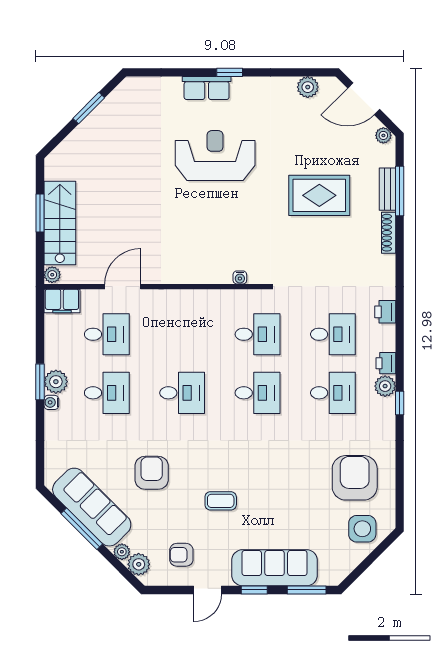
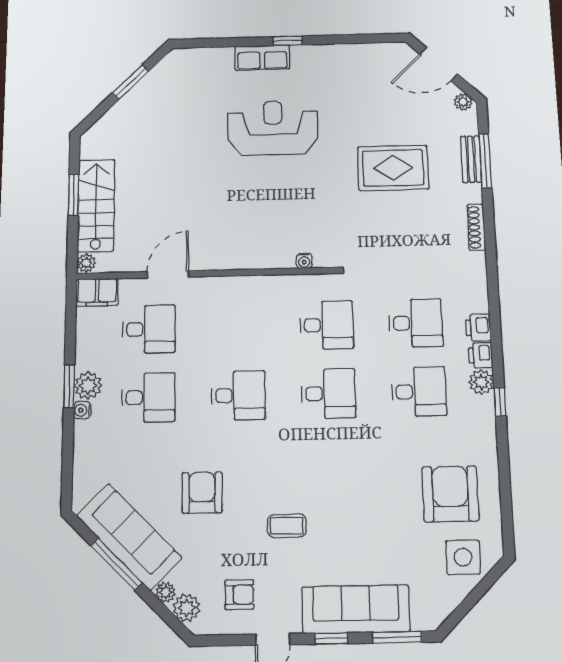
plant: (308, 87) -> (375, 54), removed
shoe rack: (389, 233) -> (476, 227), moved
printer: (385, 312) -> (478, 328), moved
armchair: (181, 555) -> (239, 595), turned 180

